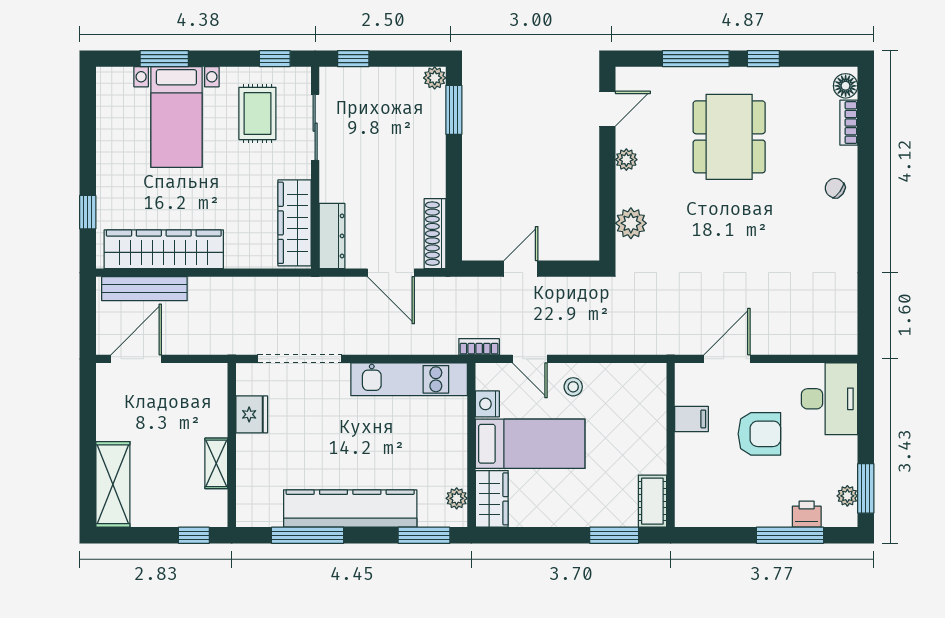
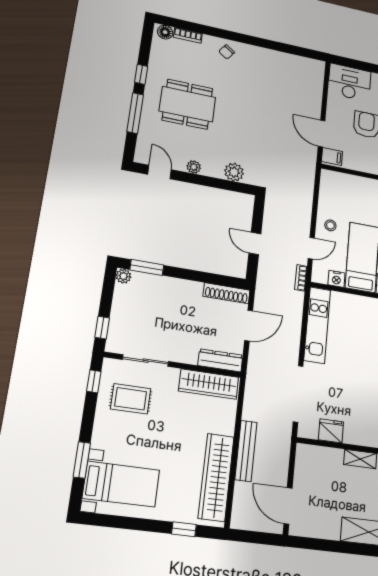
bed with nightstands: (176, 117) -> (121, 484), moved
bench: (144, 289) -> (246, 451), moved
filing cabinet: (691, 419) -> (332, 157), moved, turned 90

